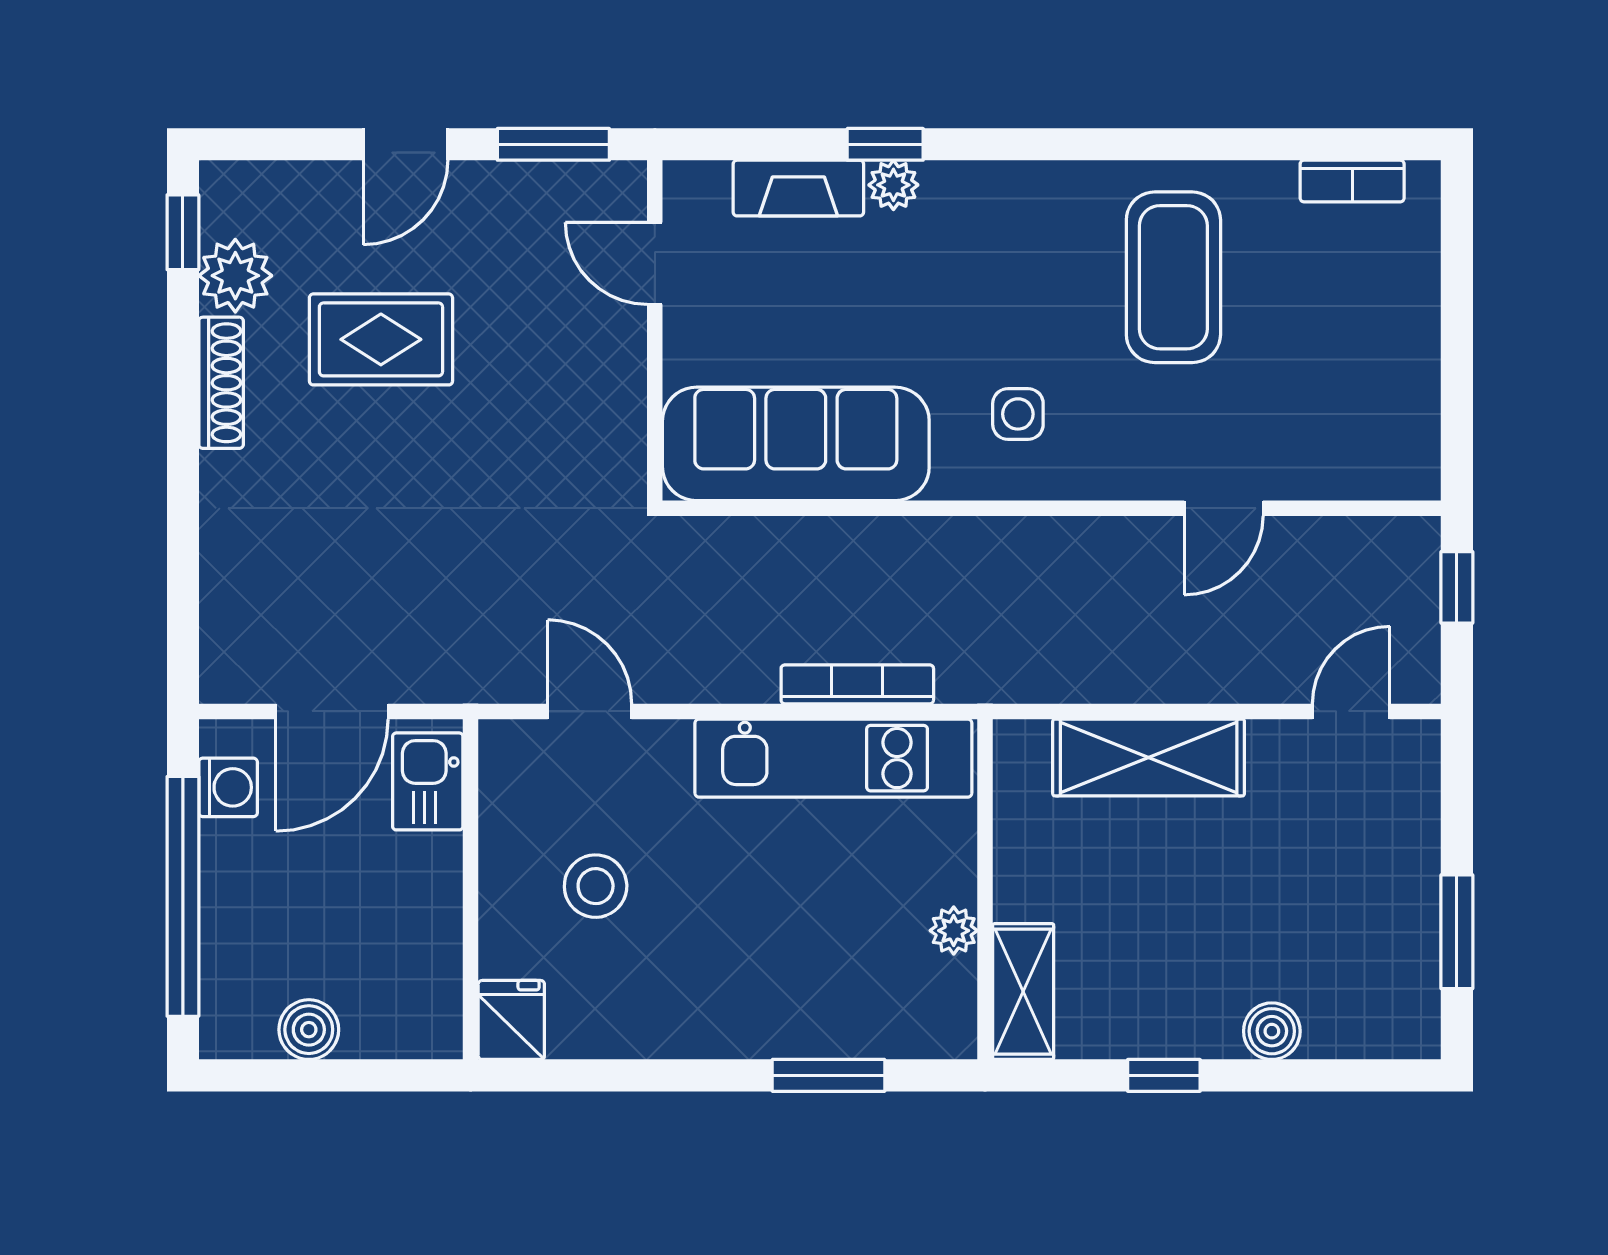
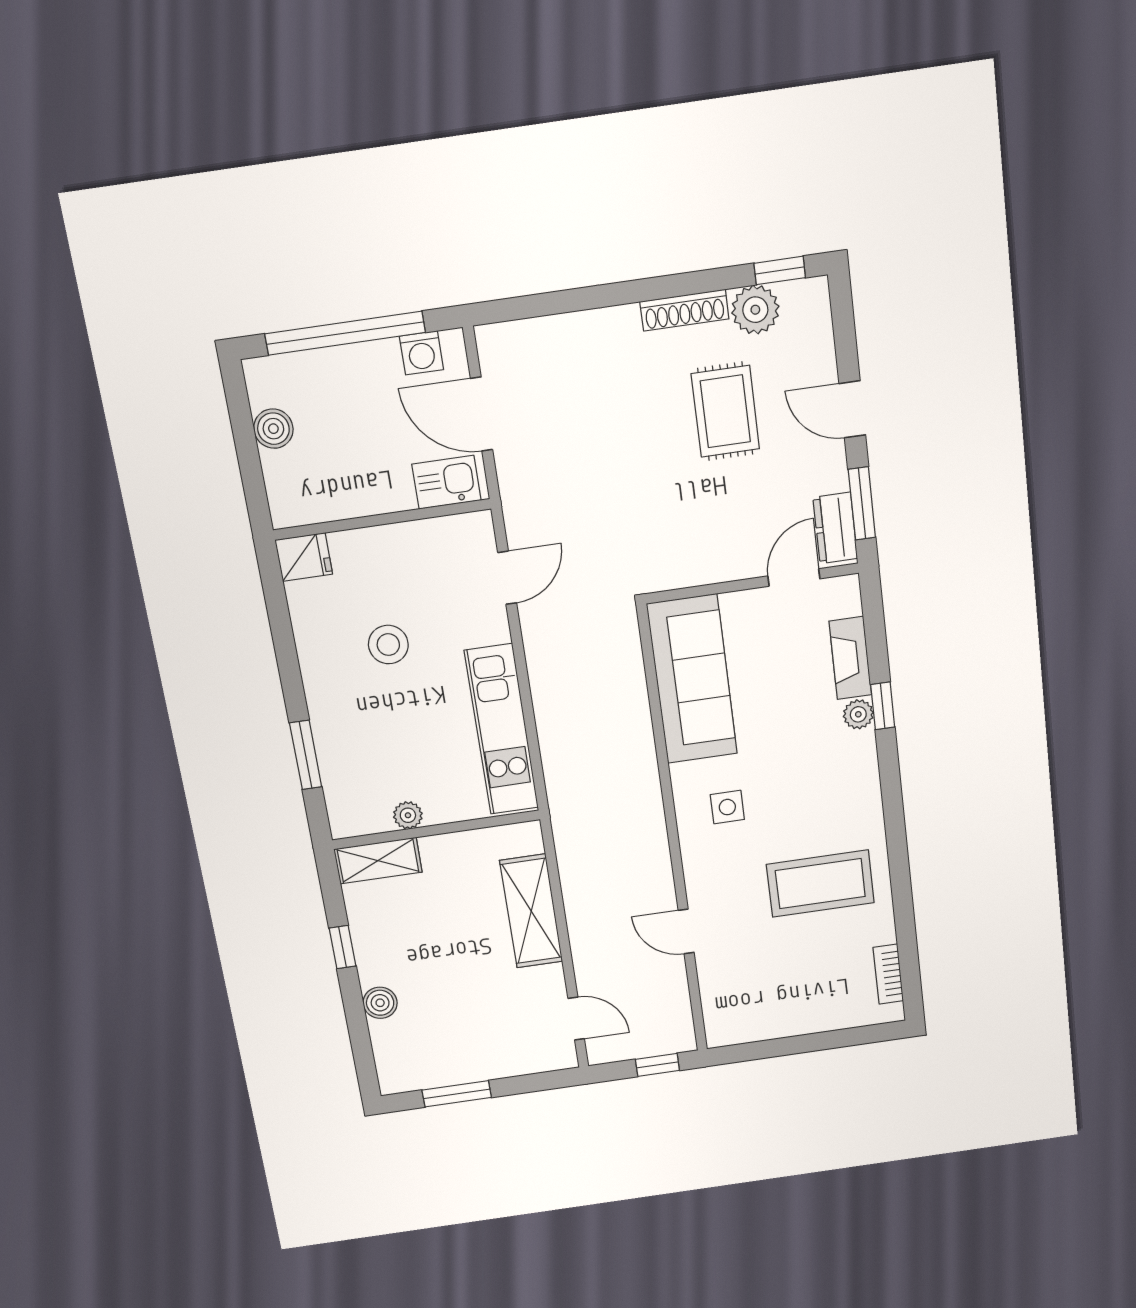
dresser: (586, 190) -> (835, 528), added
bookcase: (857, 684) -> (549, 737), removed
stool: (596, 886) -> (388, 645), moved

